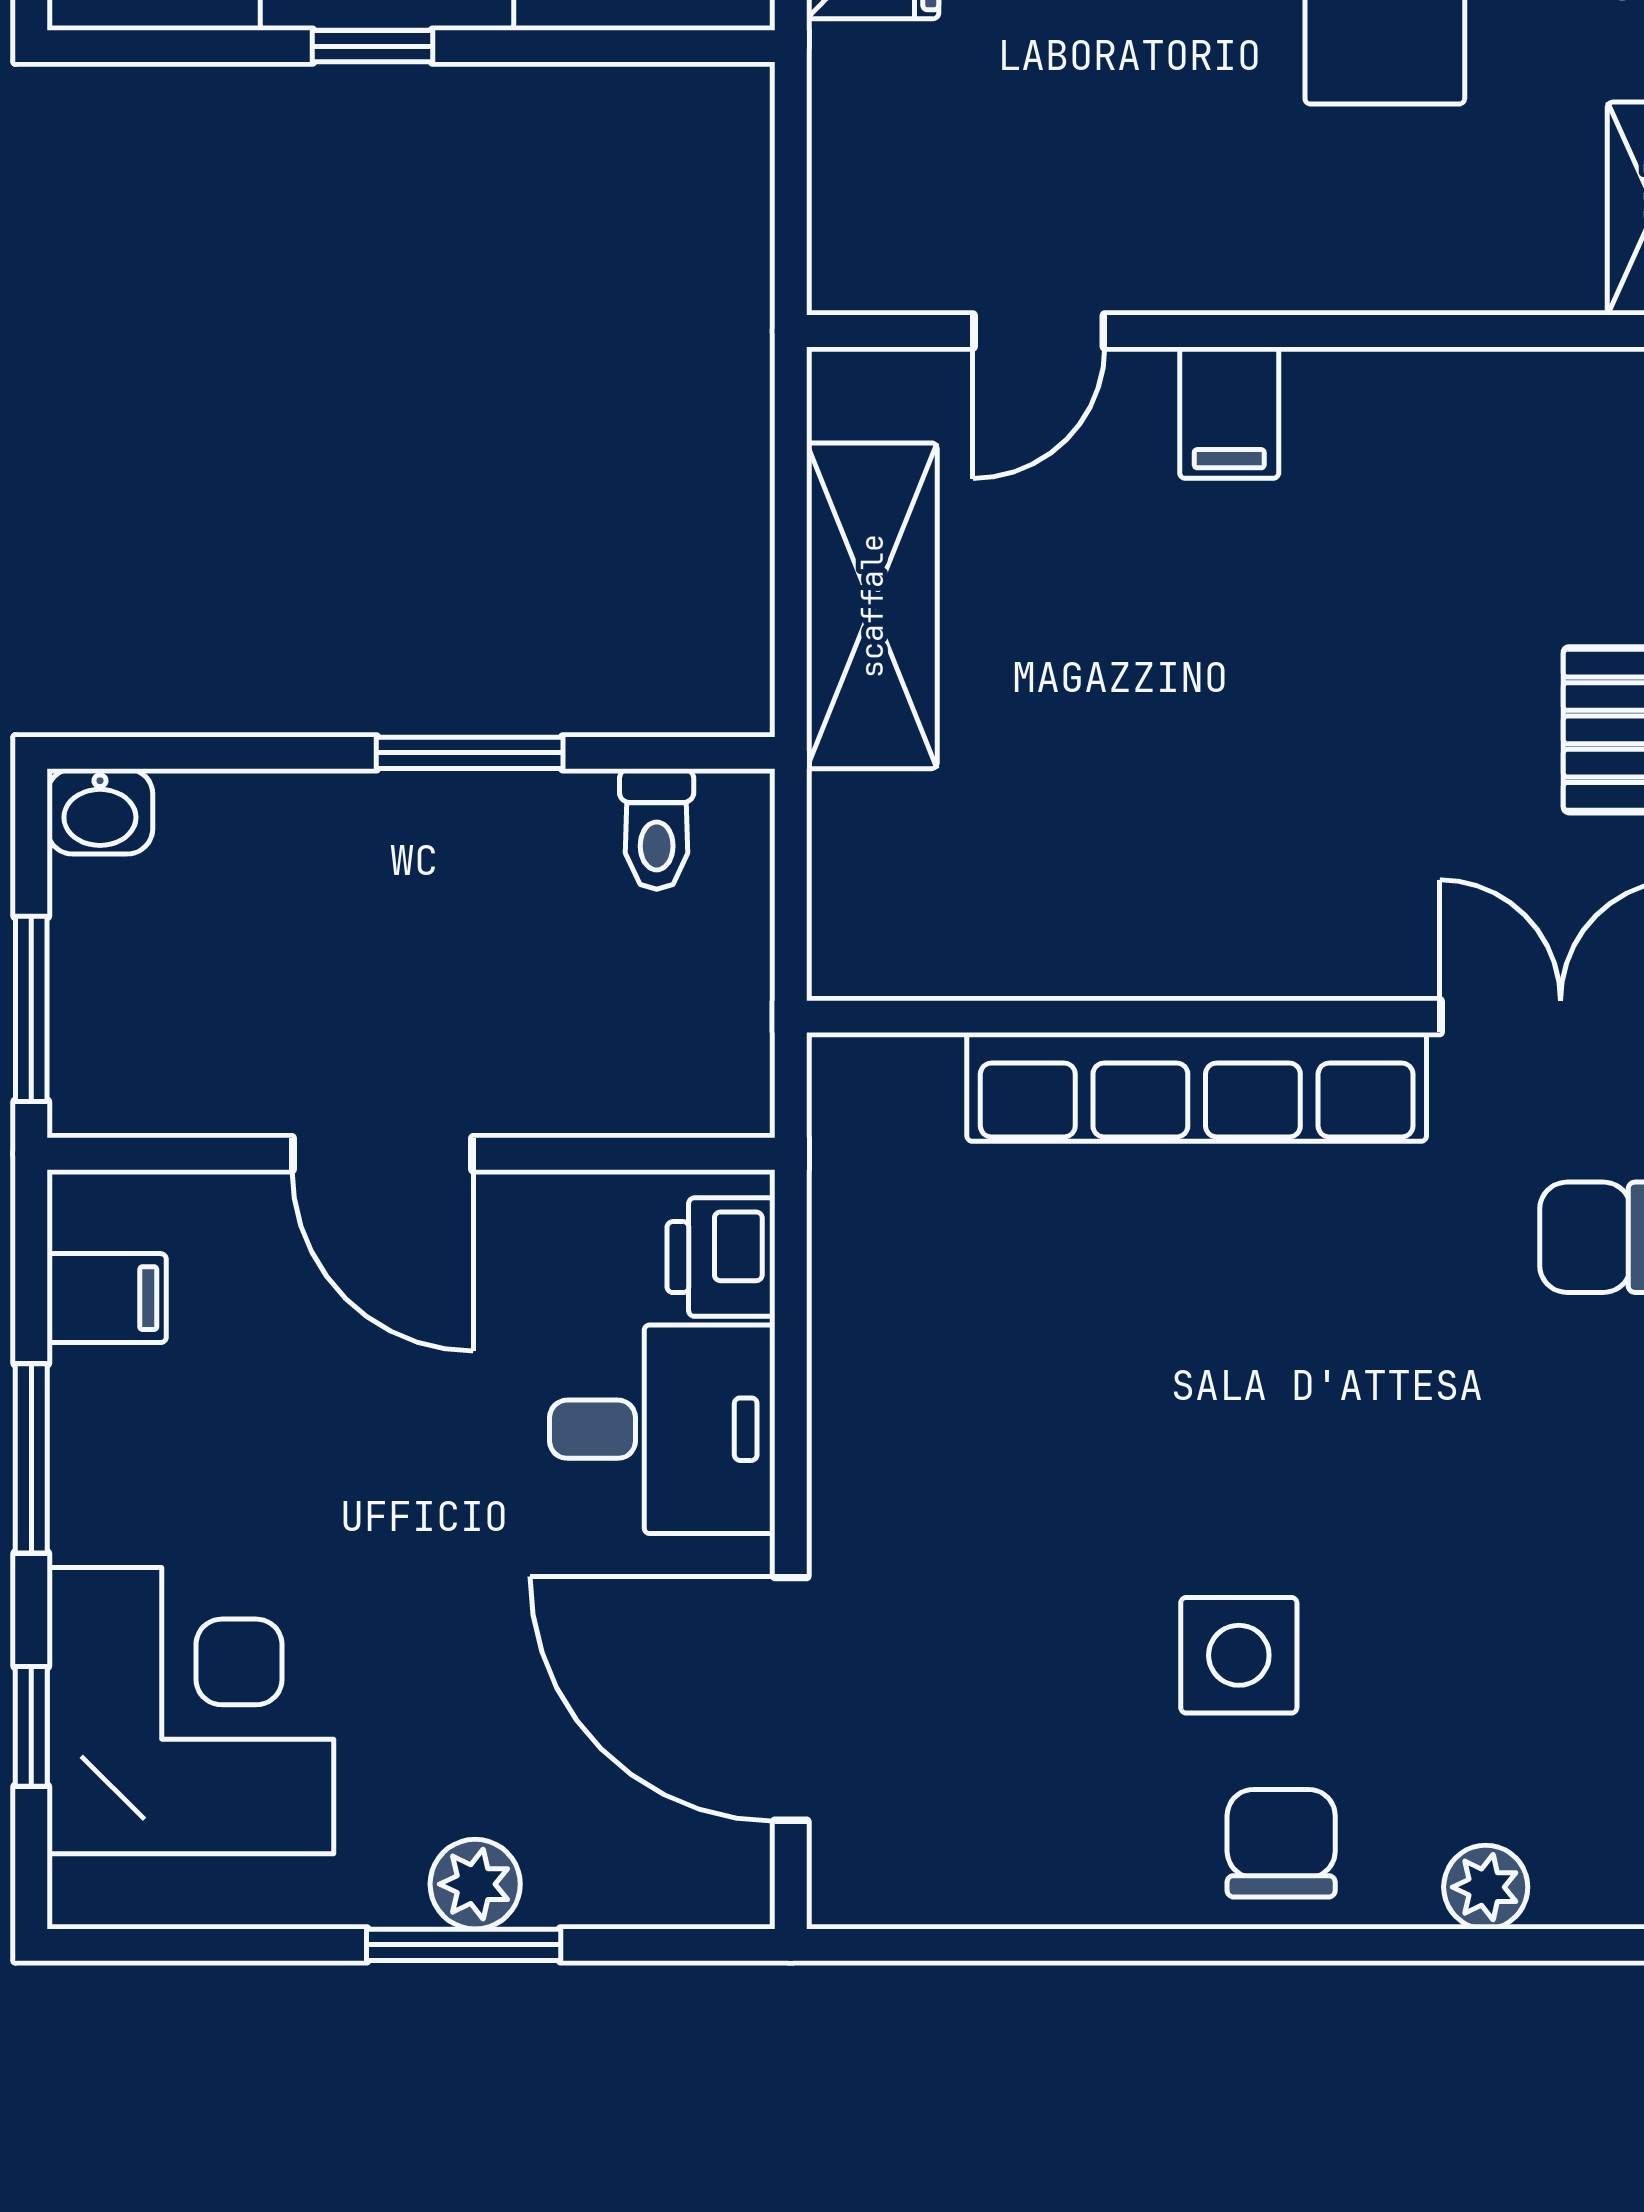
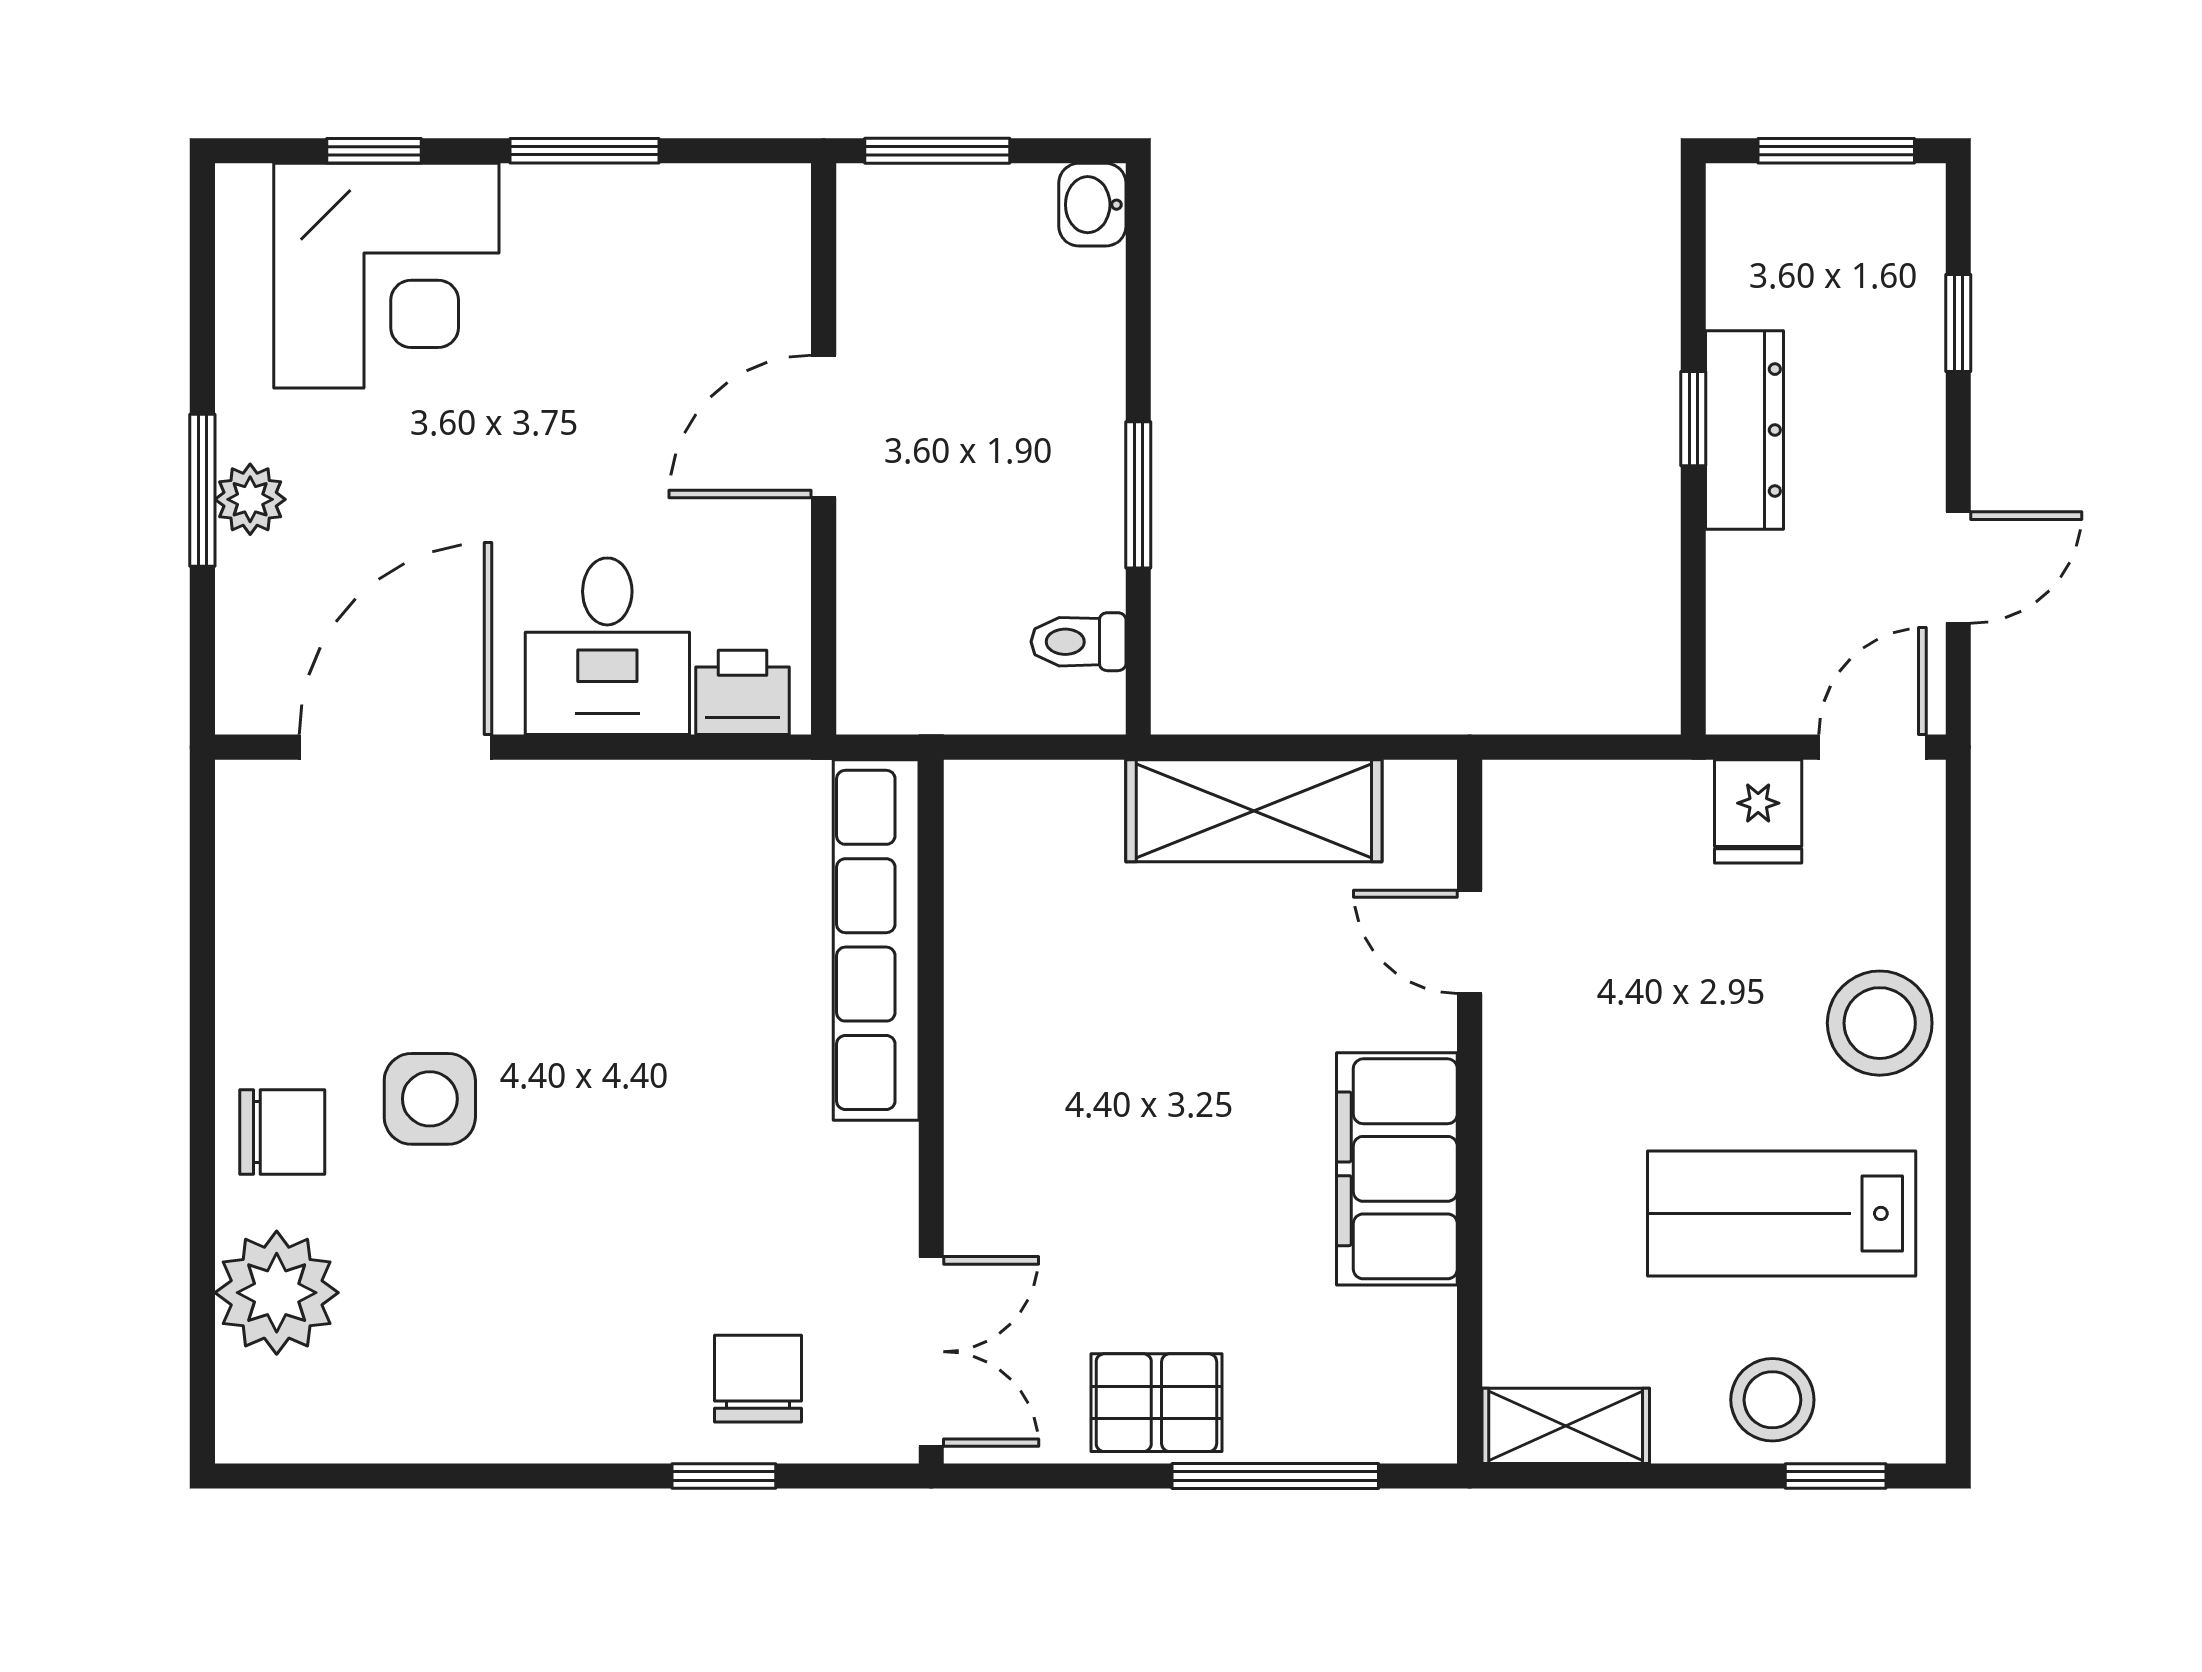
filing cabinet: (1229, 413) -> (1397, 1169), width x3.00, depth x1.17
row of seats: (1197, 1087) -> (876, 940), moved
filing cabinet: (107, 1298) -> (710, 210), removed
plant: (1486, 1887) -> (277, 1293), width x1.87, depth x1.87

